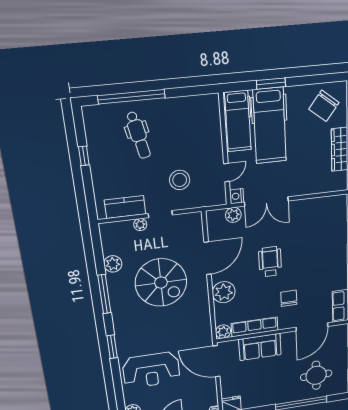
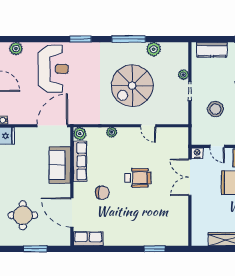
kitchen counter: (125, 207) -> (212, 50), moved, turned 90
plant: (233, 215) -> (182, 149), removed
door: (208, 258) -> (148, 126), width x0.53
plant: (224, 292) -> (112, 132), width x0.53, depth x0.53
reception desk: (151, 370) -> (53, 69), turned 180

